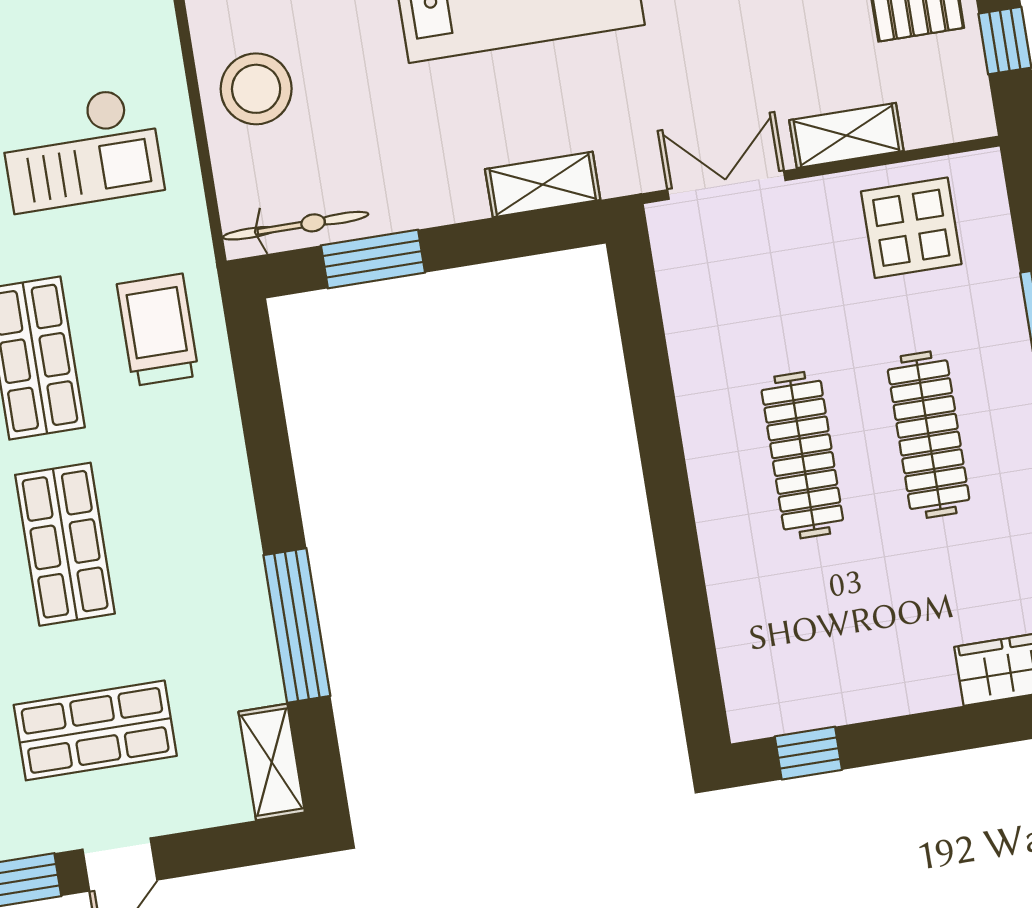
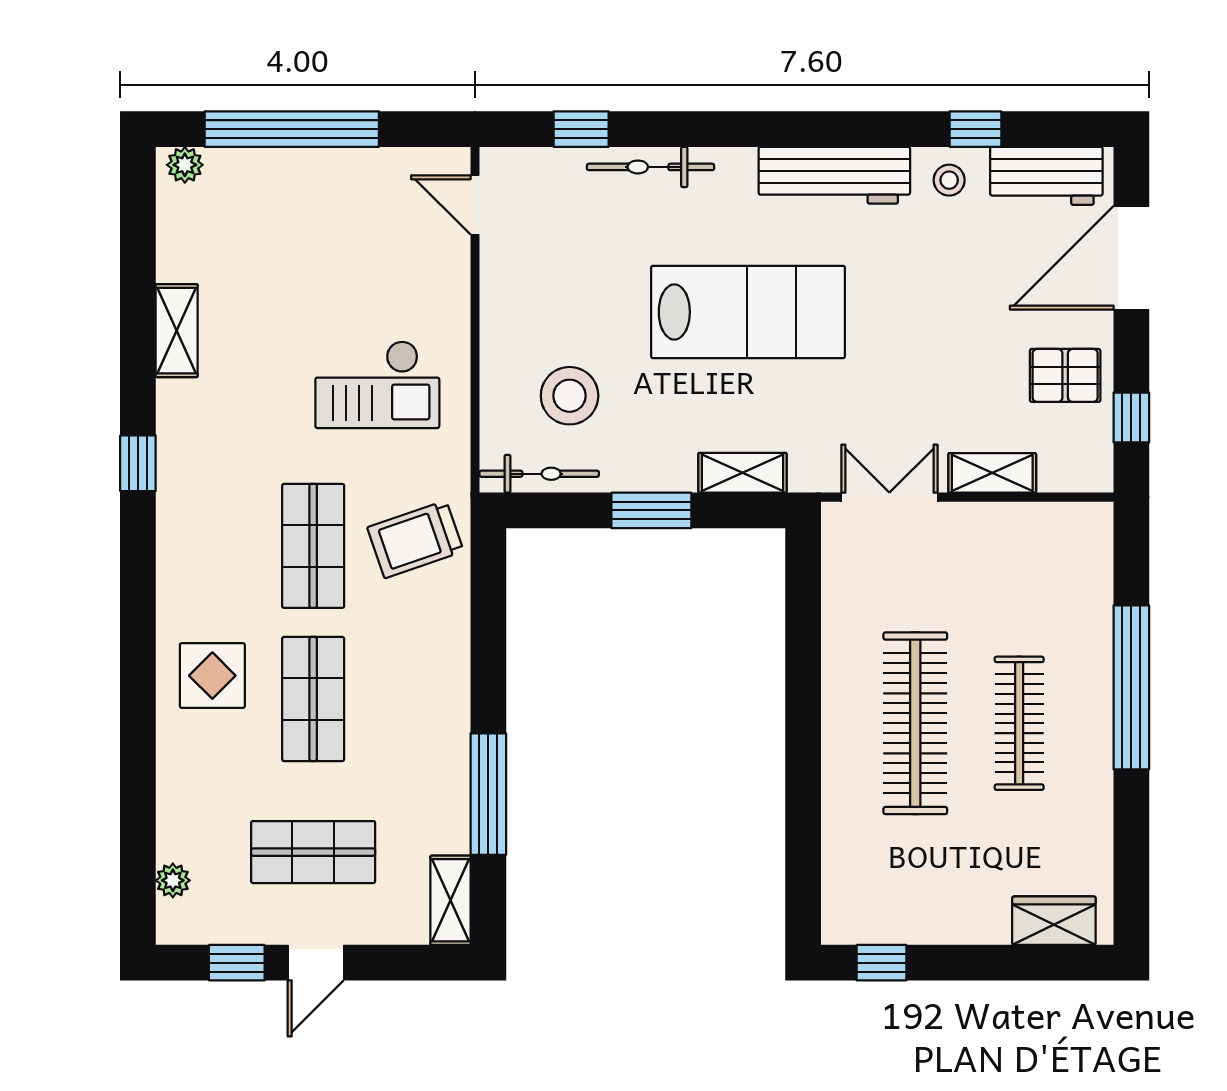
stool: (256, 89) -> (570, 396), moved
display table: (911, 228) -> (1032, 555), removed
window: (373, 259) -> (651, 510), moved
trolley: (158, 330) -> (415, 539), turned -109
clothes rail: (802, 455) -> (915, 723), width x1.37, depth x1.31

